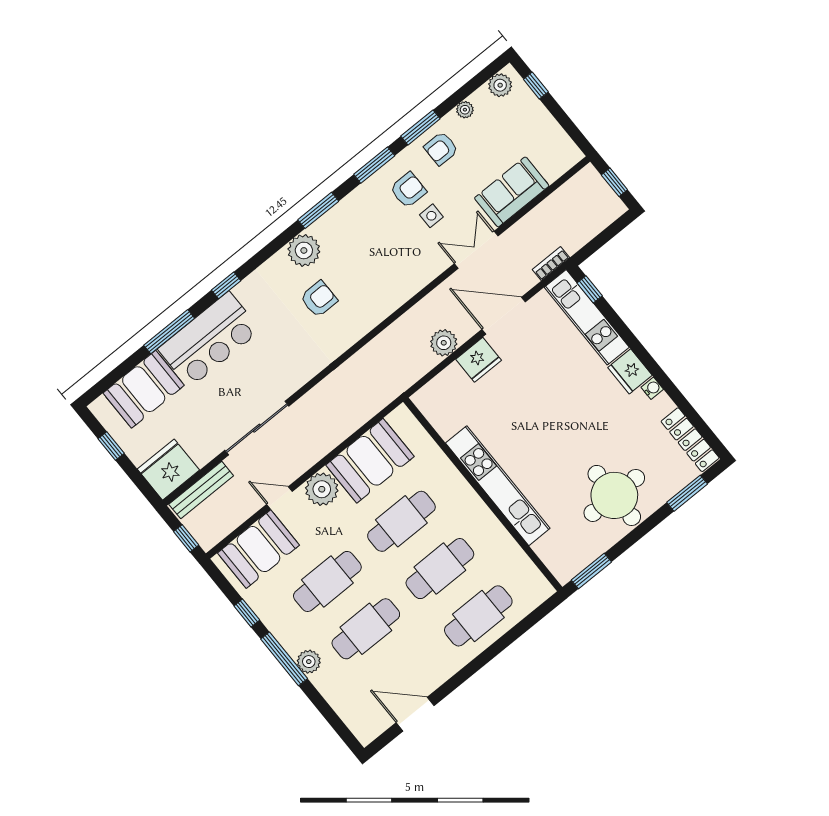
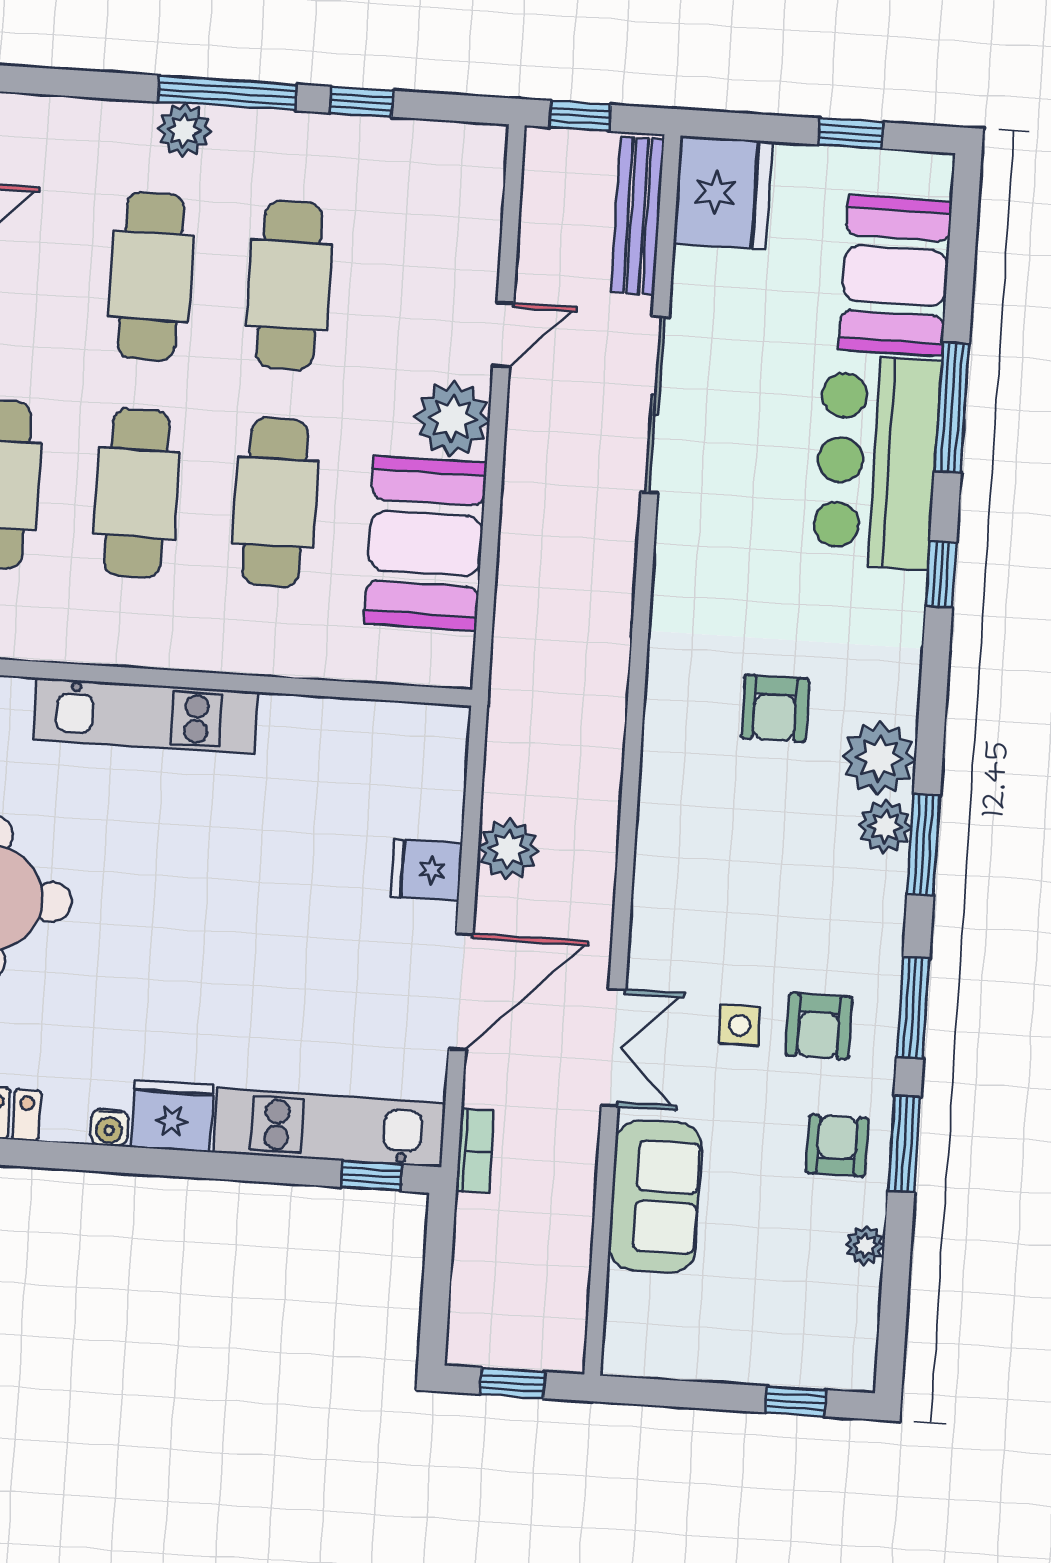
plant: (500, 85) -> (885, 827), moved
fridge: (479, 360) -> (427, 870), width x0.72
kitchen unit: (498, 486) -> (146, 716), width x0.73
booth: (258, 549) -> (450, 220), removed

